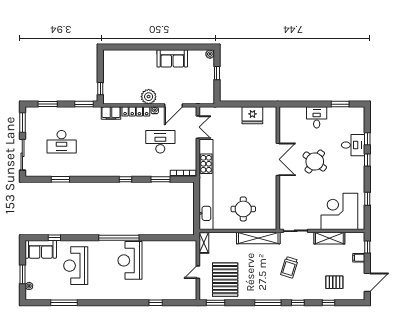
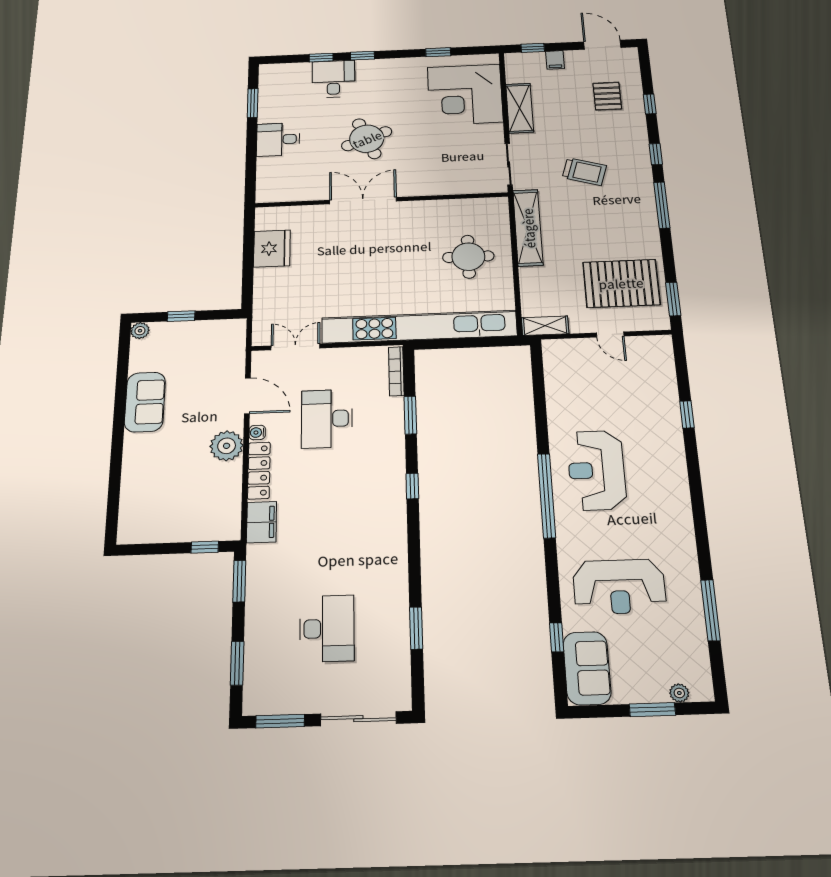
round table: (315, 162) -> (367, 139), turned 31
reception desk: (130, 260) -> (596, 470), turned 90

